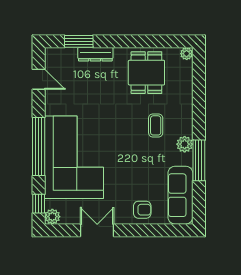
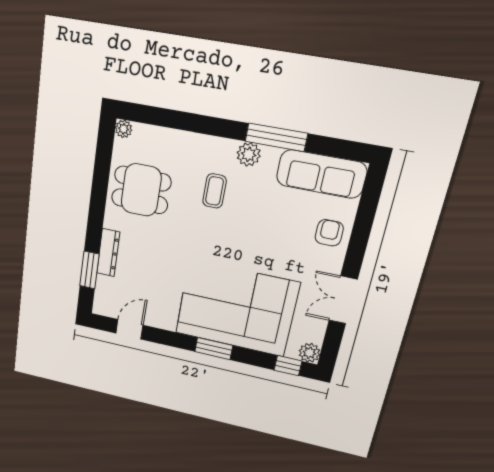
coffee table: (156, 125) -> (215, 191), turned 90
window: (39, 147) -> (214, 349), width x0.47

